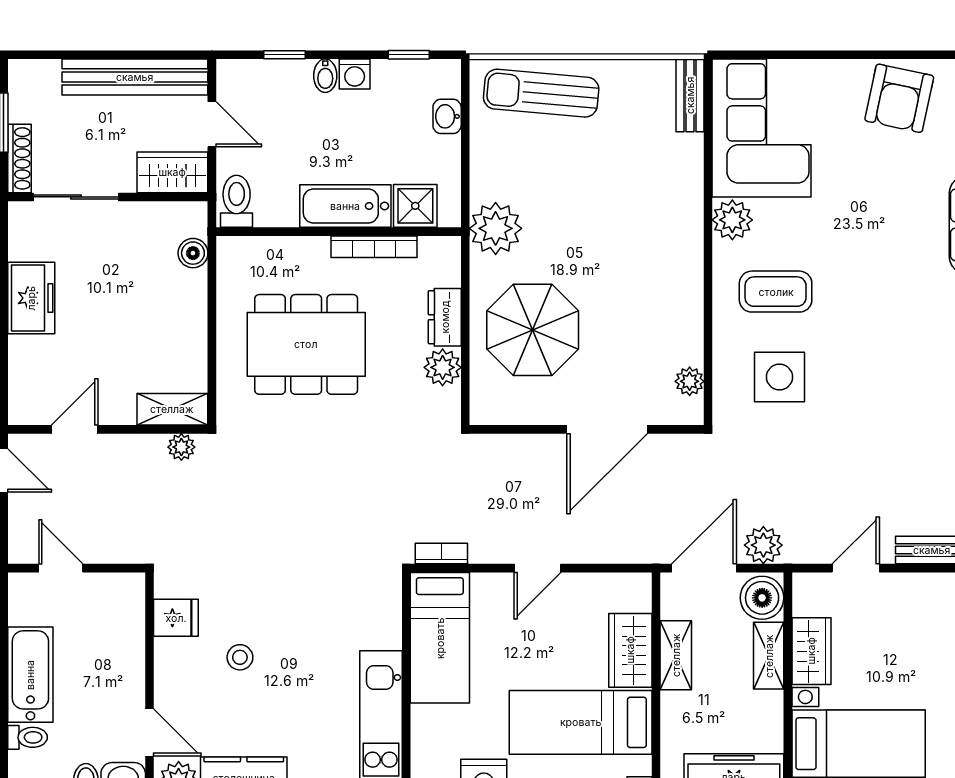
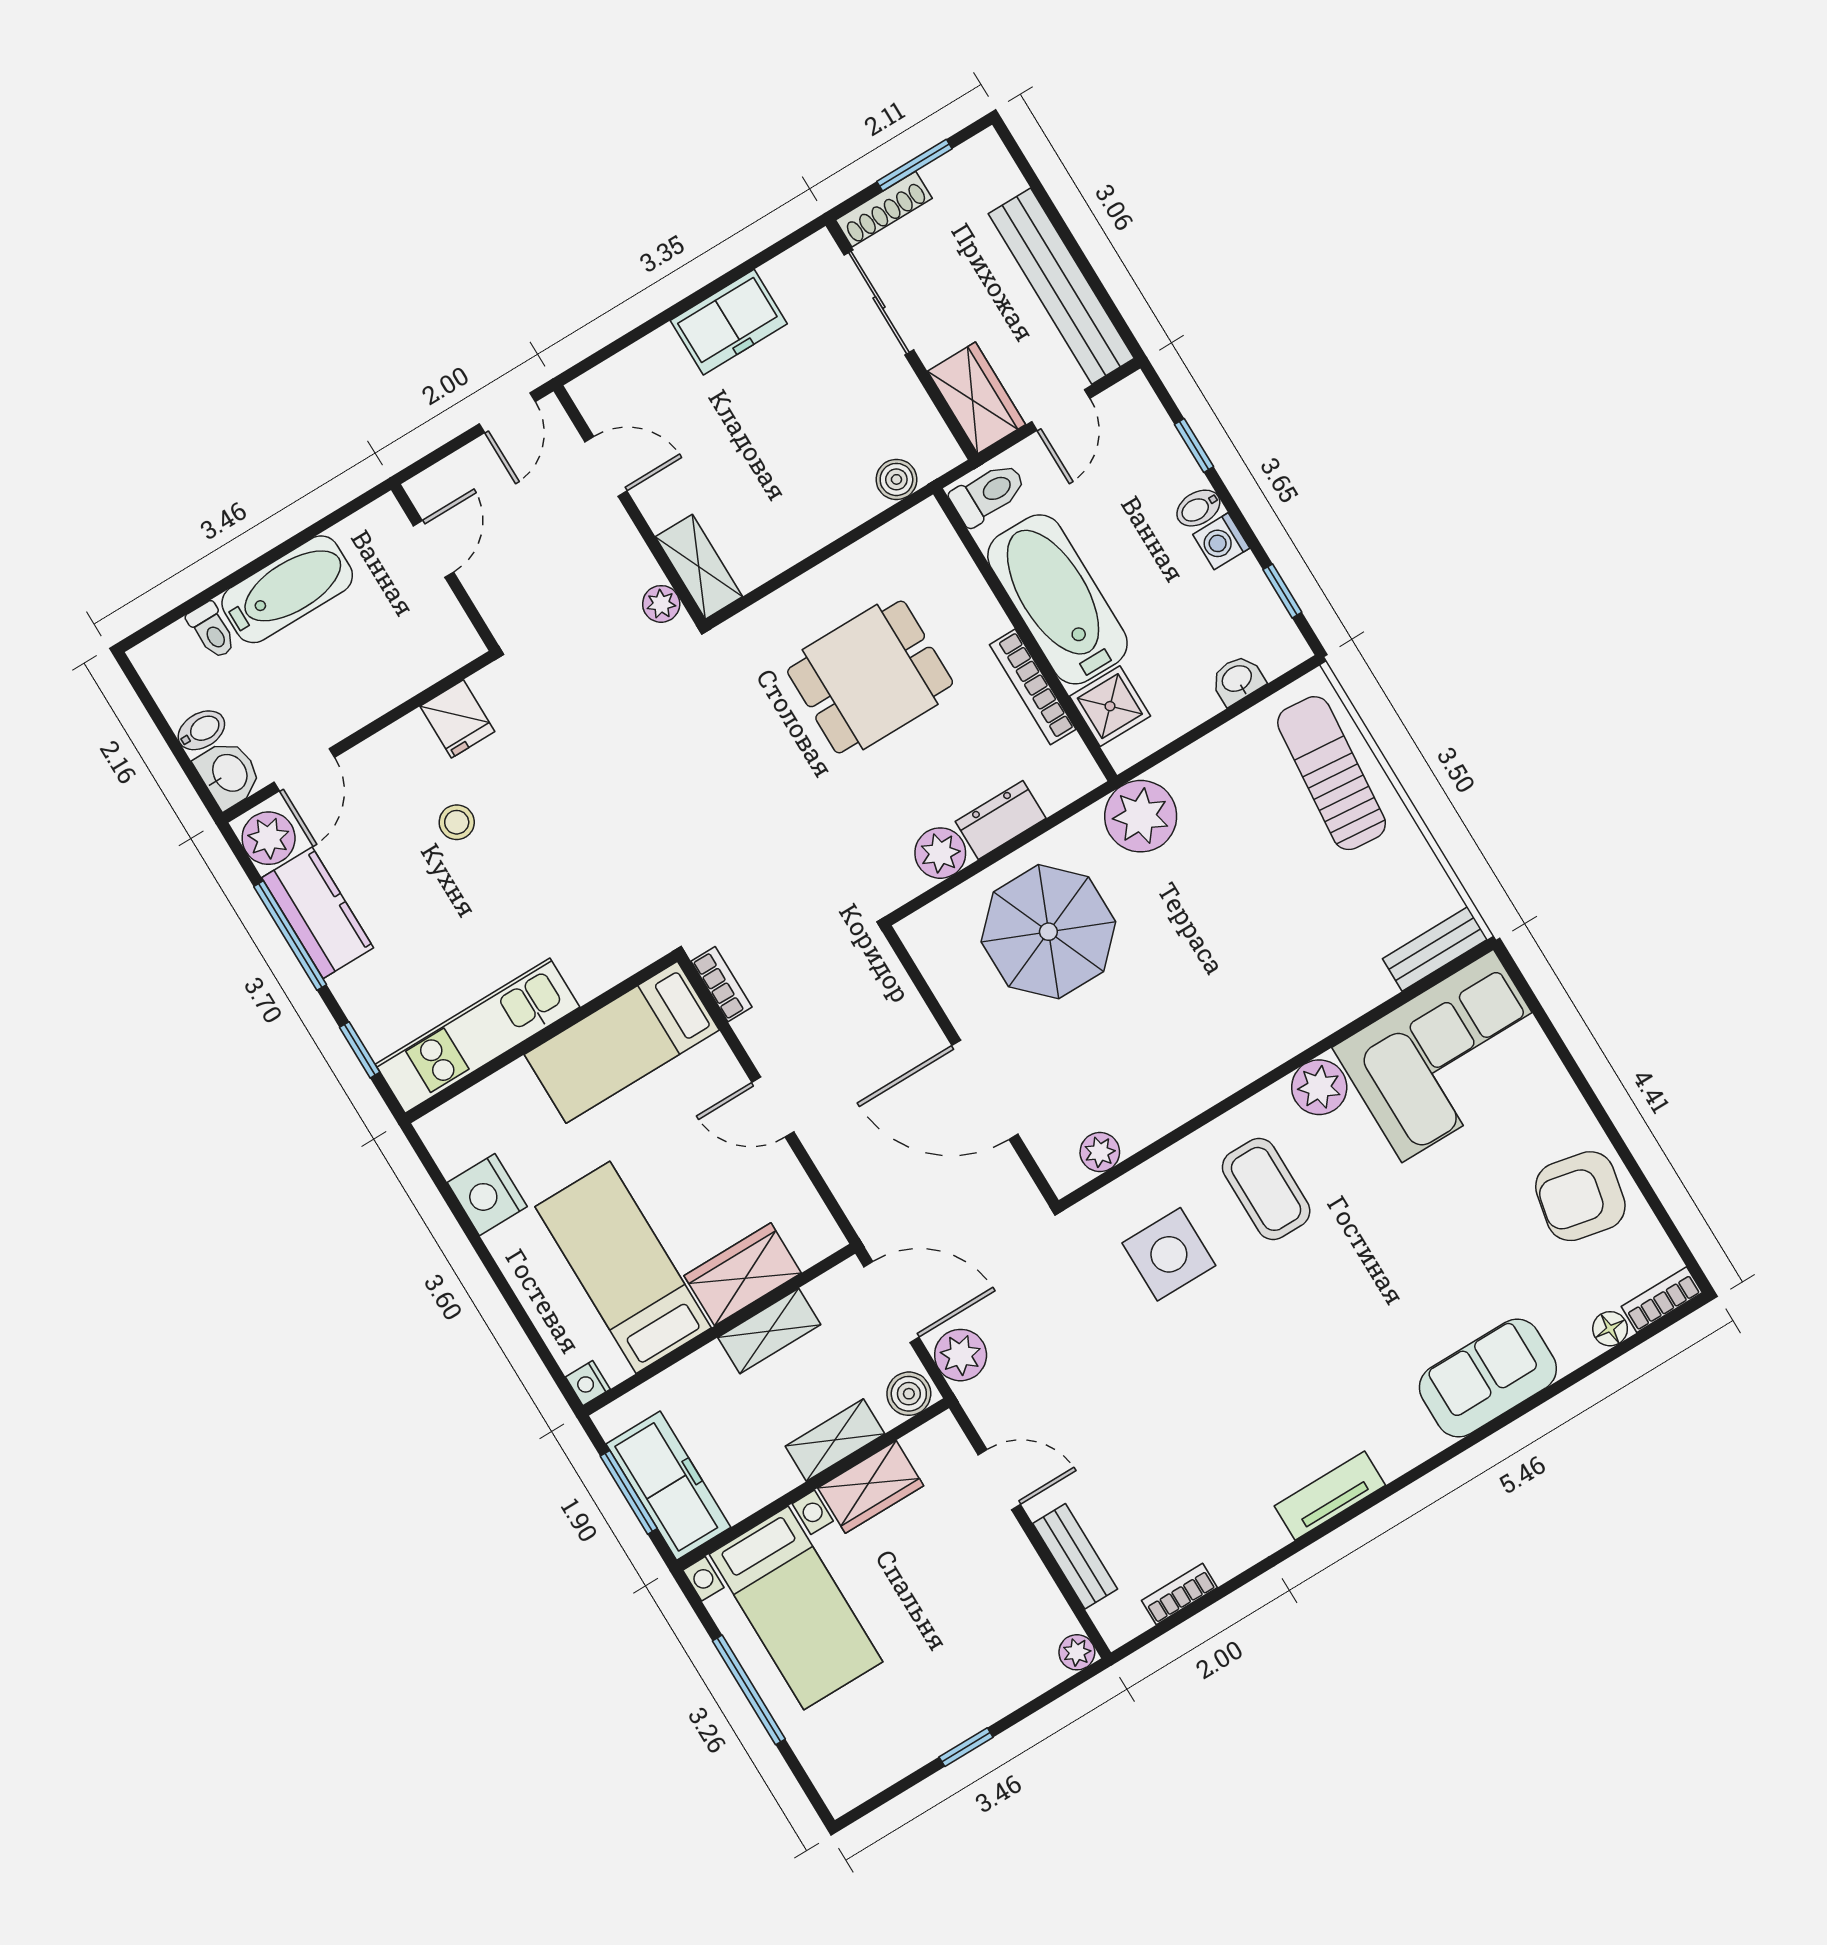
bathtub: (345, 206) -> (1057, 599), width x1.36, depth x1.36
dining table: (306, 344) -> (870, 677), width x0.73
boiler: (762, 598) -> (909, 1394), width x0.73, depth x0.73

